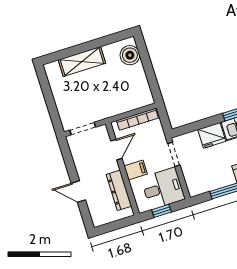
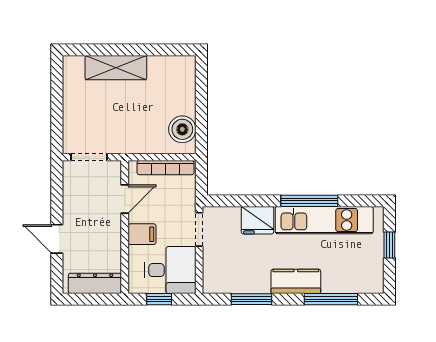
boiler: (130, 55) -> (182, 129), moved
dresser: (119, 190) -> (95, 283), moved, turned 90

